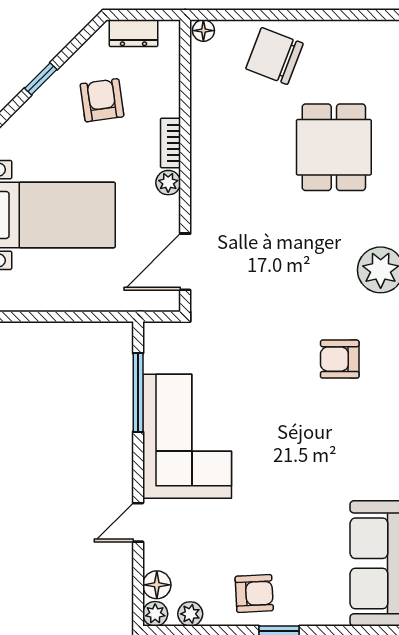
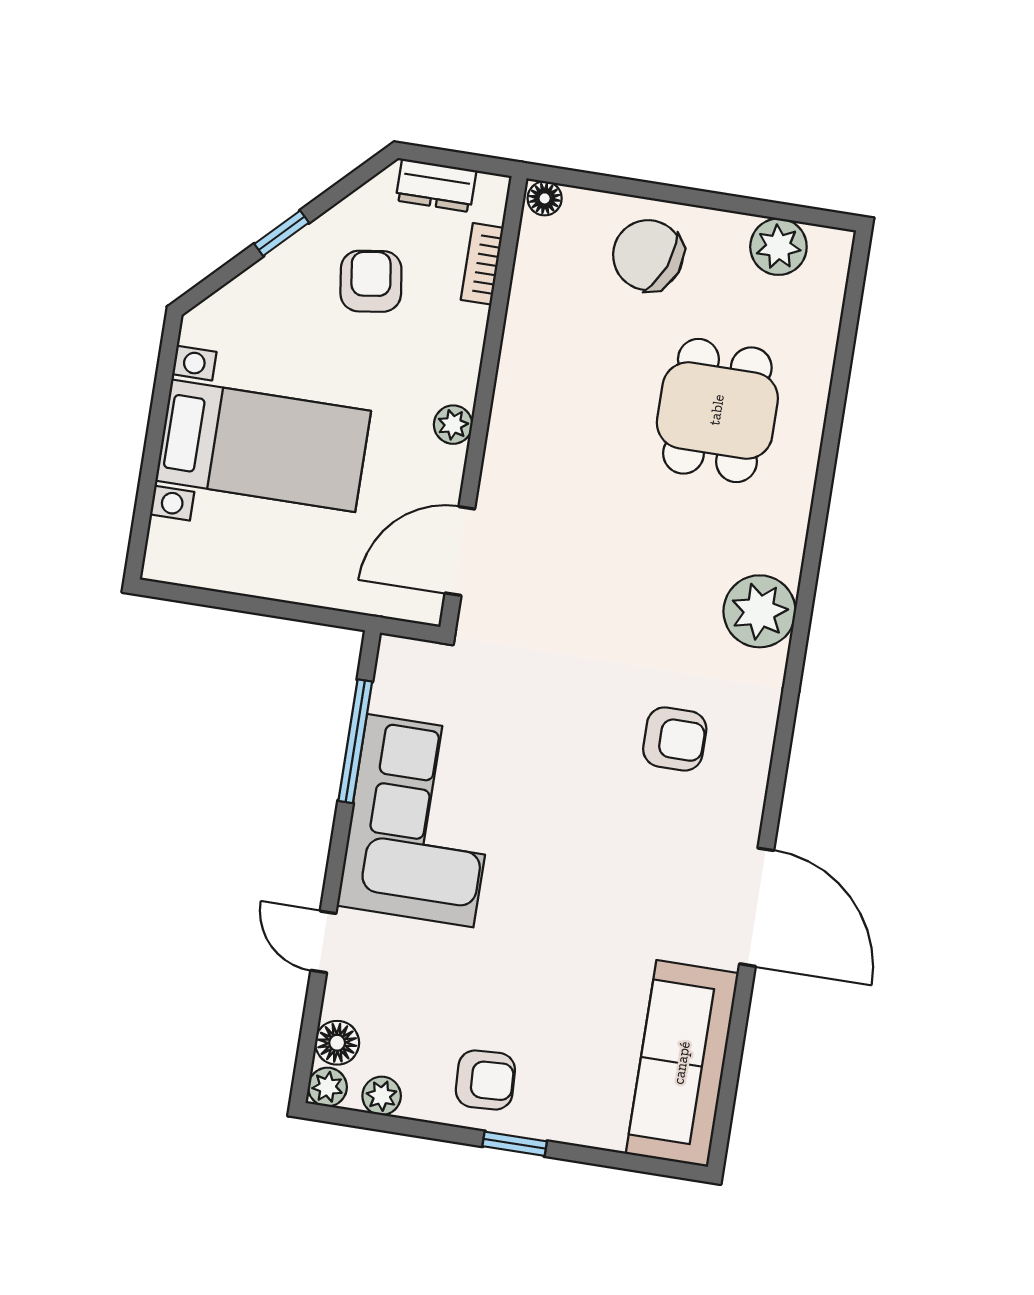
plant: (356, 38) -> (778, 247), added
bookcase: (171, 143) -> (482, 264), moved
armchair: (340, 359) -> (675, 739), turned 180
door: (138, 522) -> (323, 942), hinge flipped

